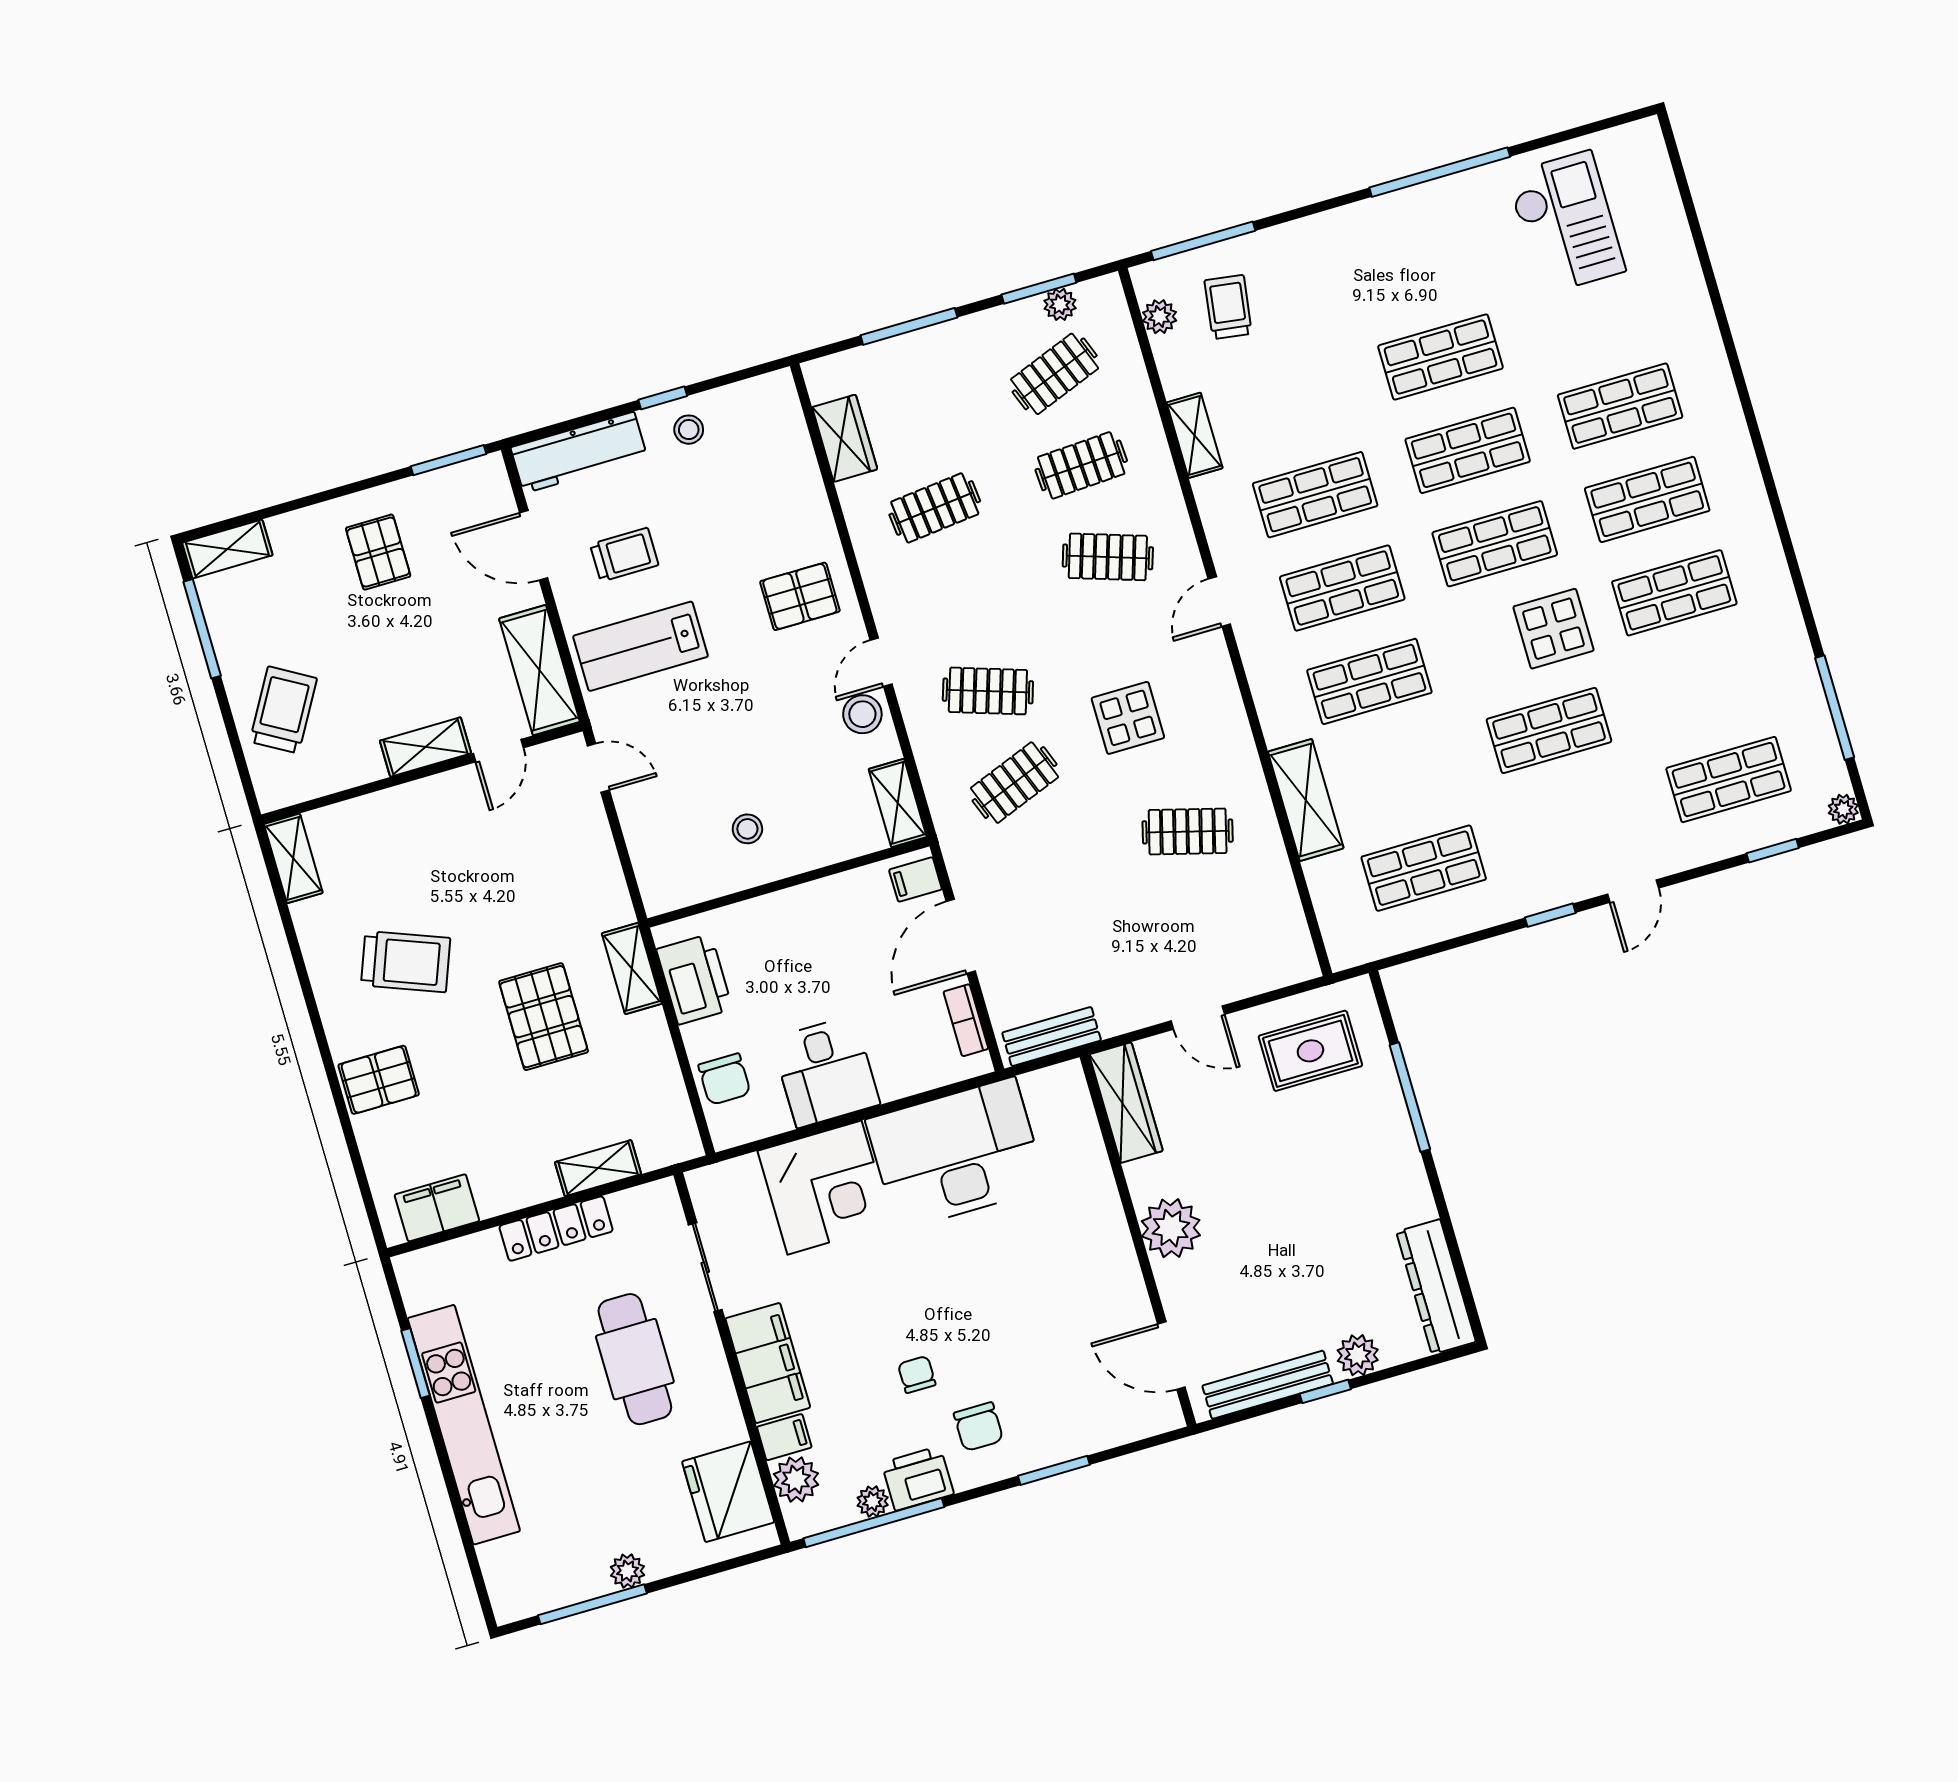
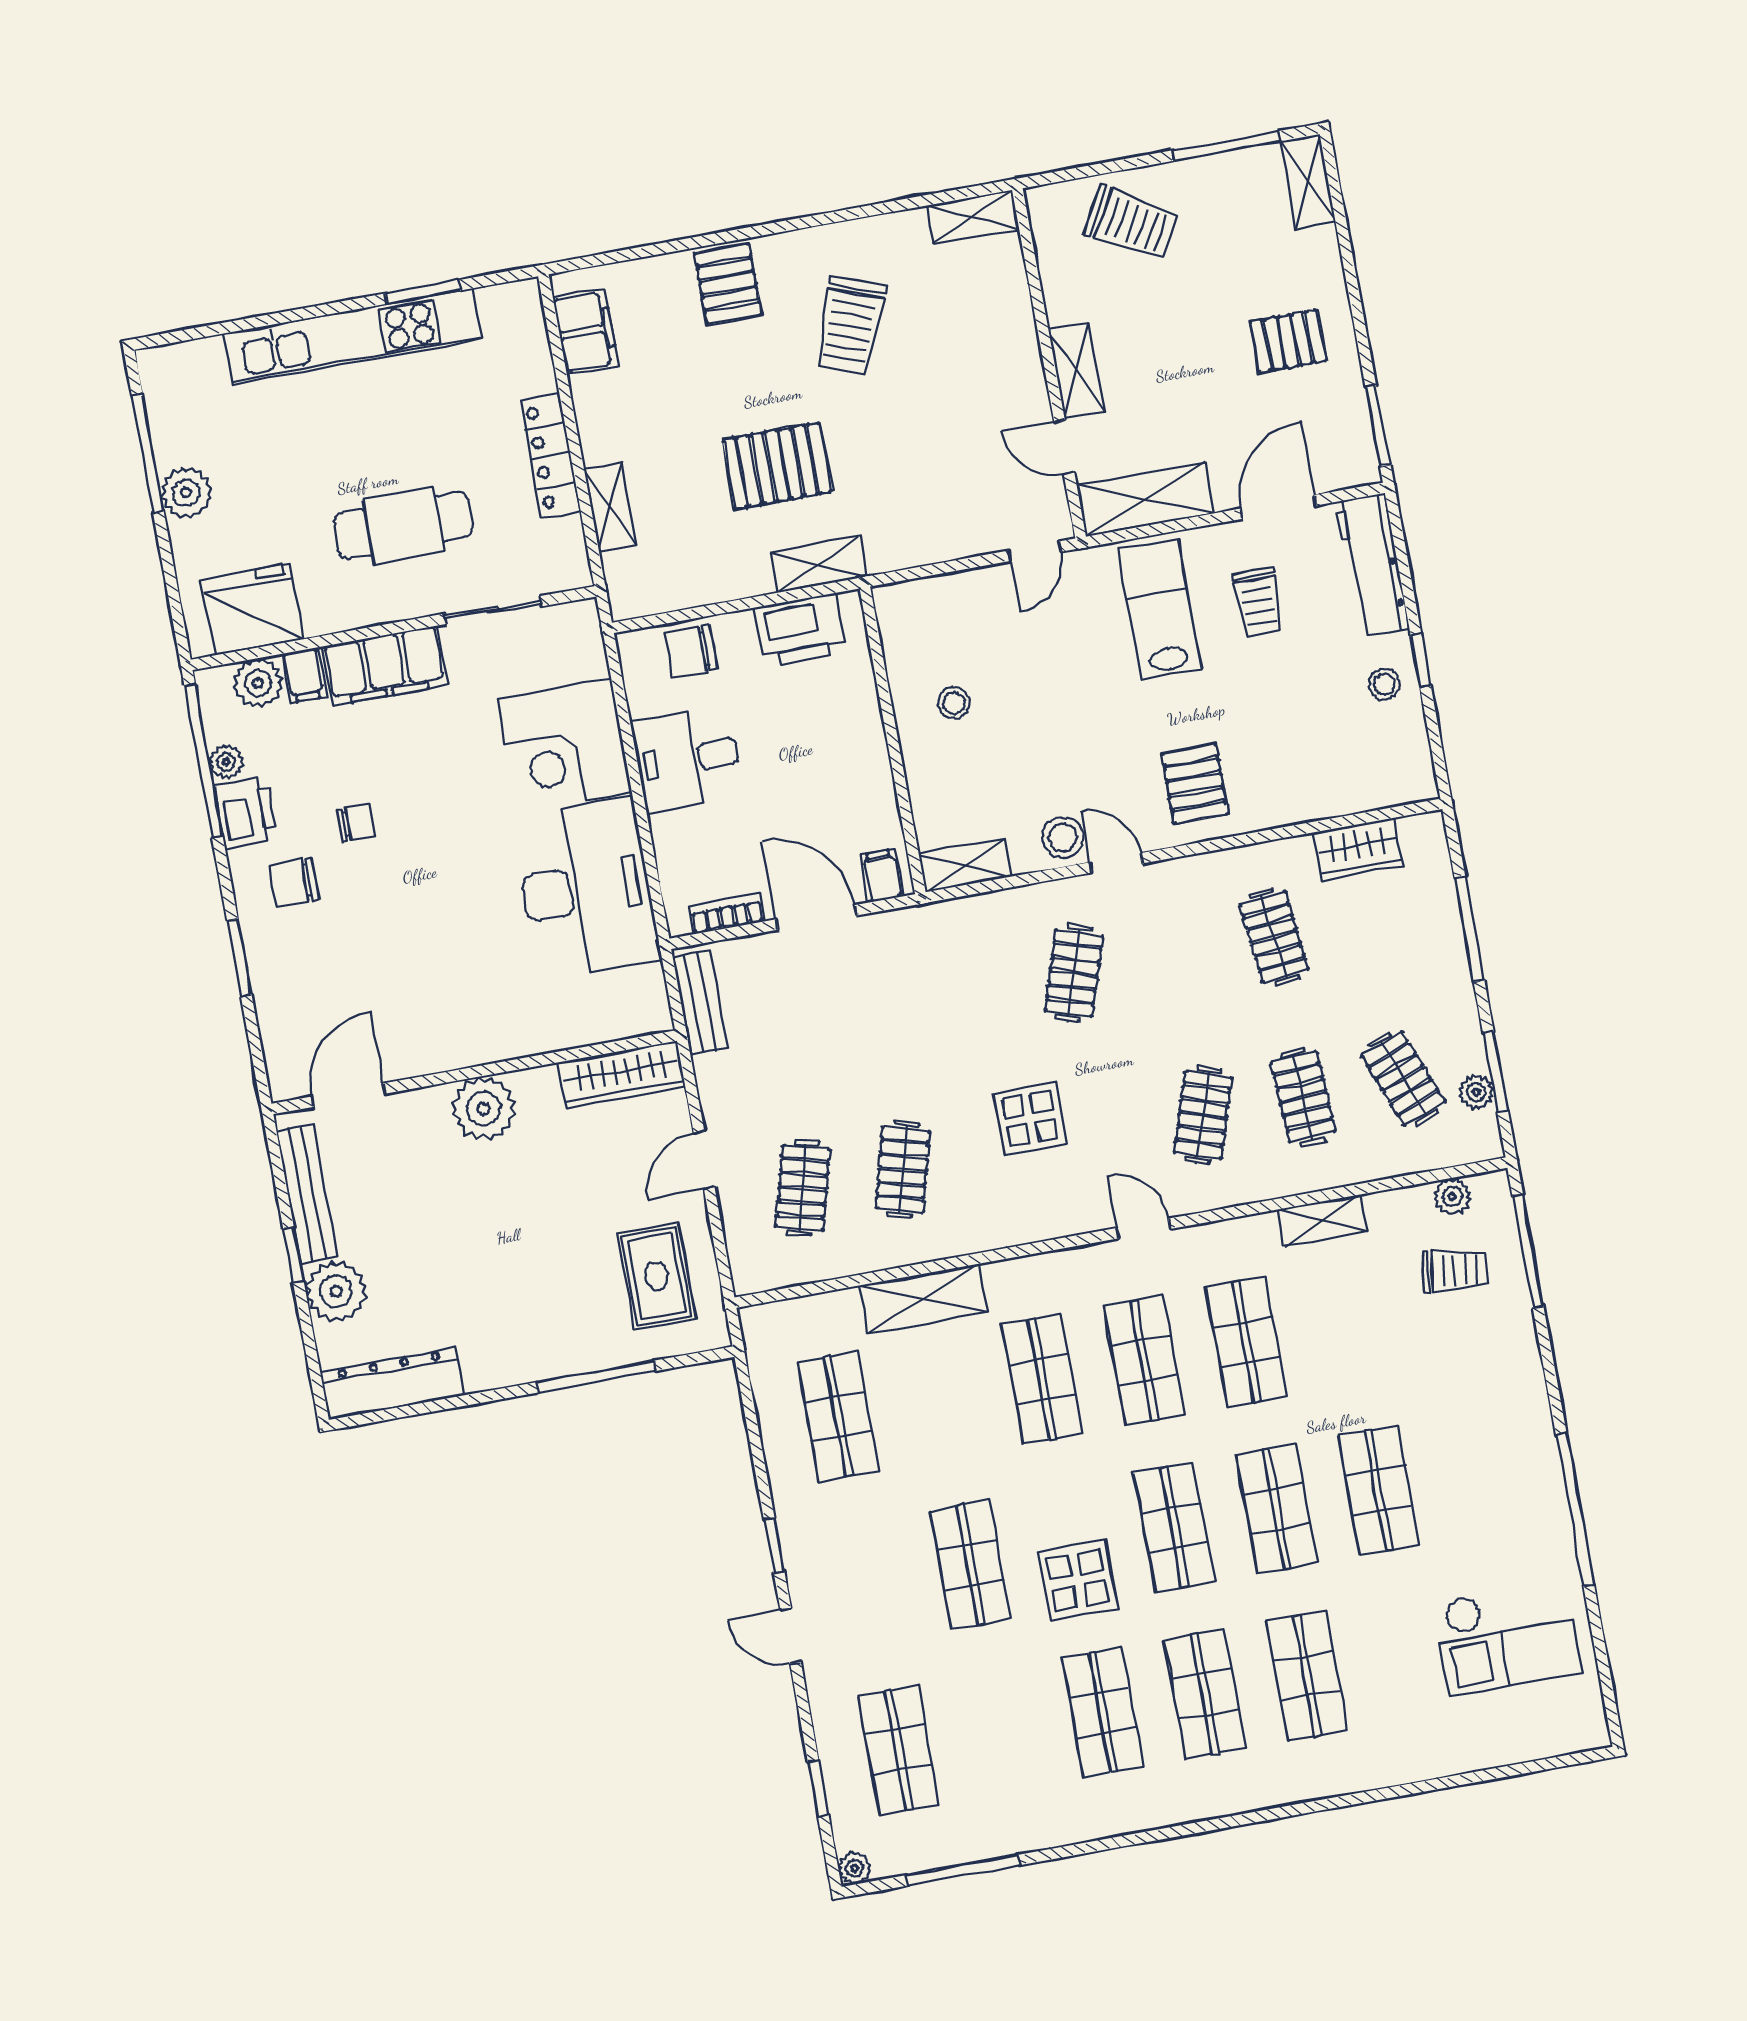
clothes rail: (1015, 783) -> (803, 1188), moved, turned 36
plant: (1358, 1355) -> (336, 1291), width x1.36, depth x1.36
plant: (627, 1571) -> (186, 493), width x1.38, depth x1.38

